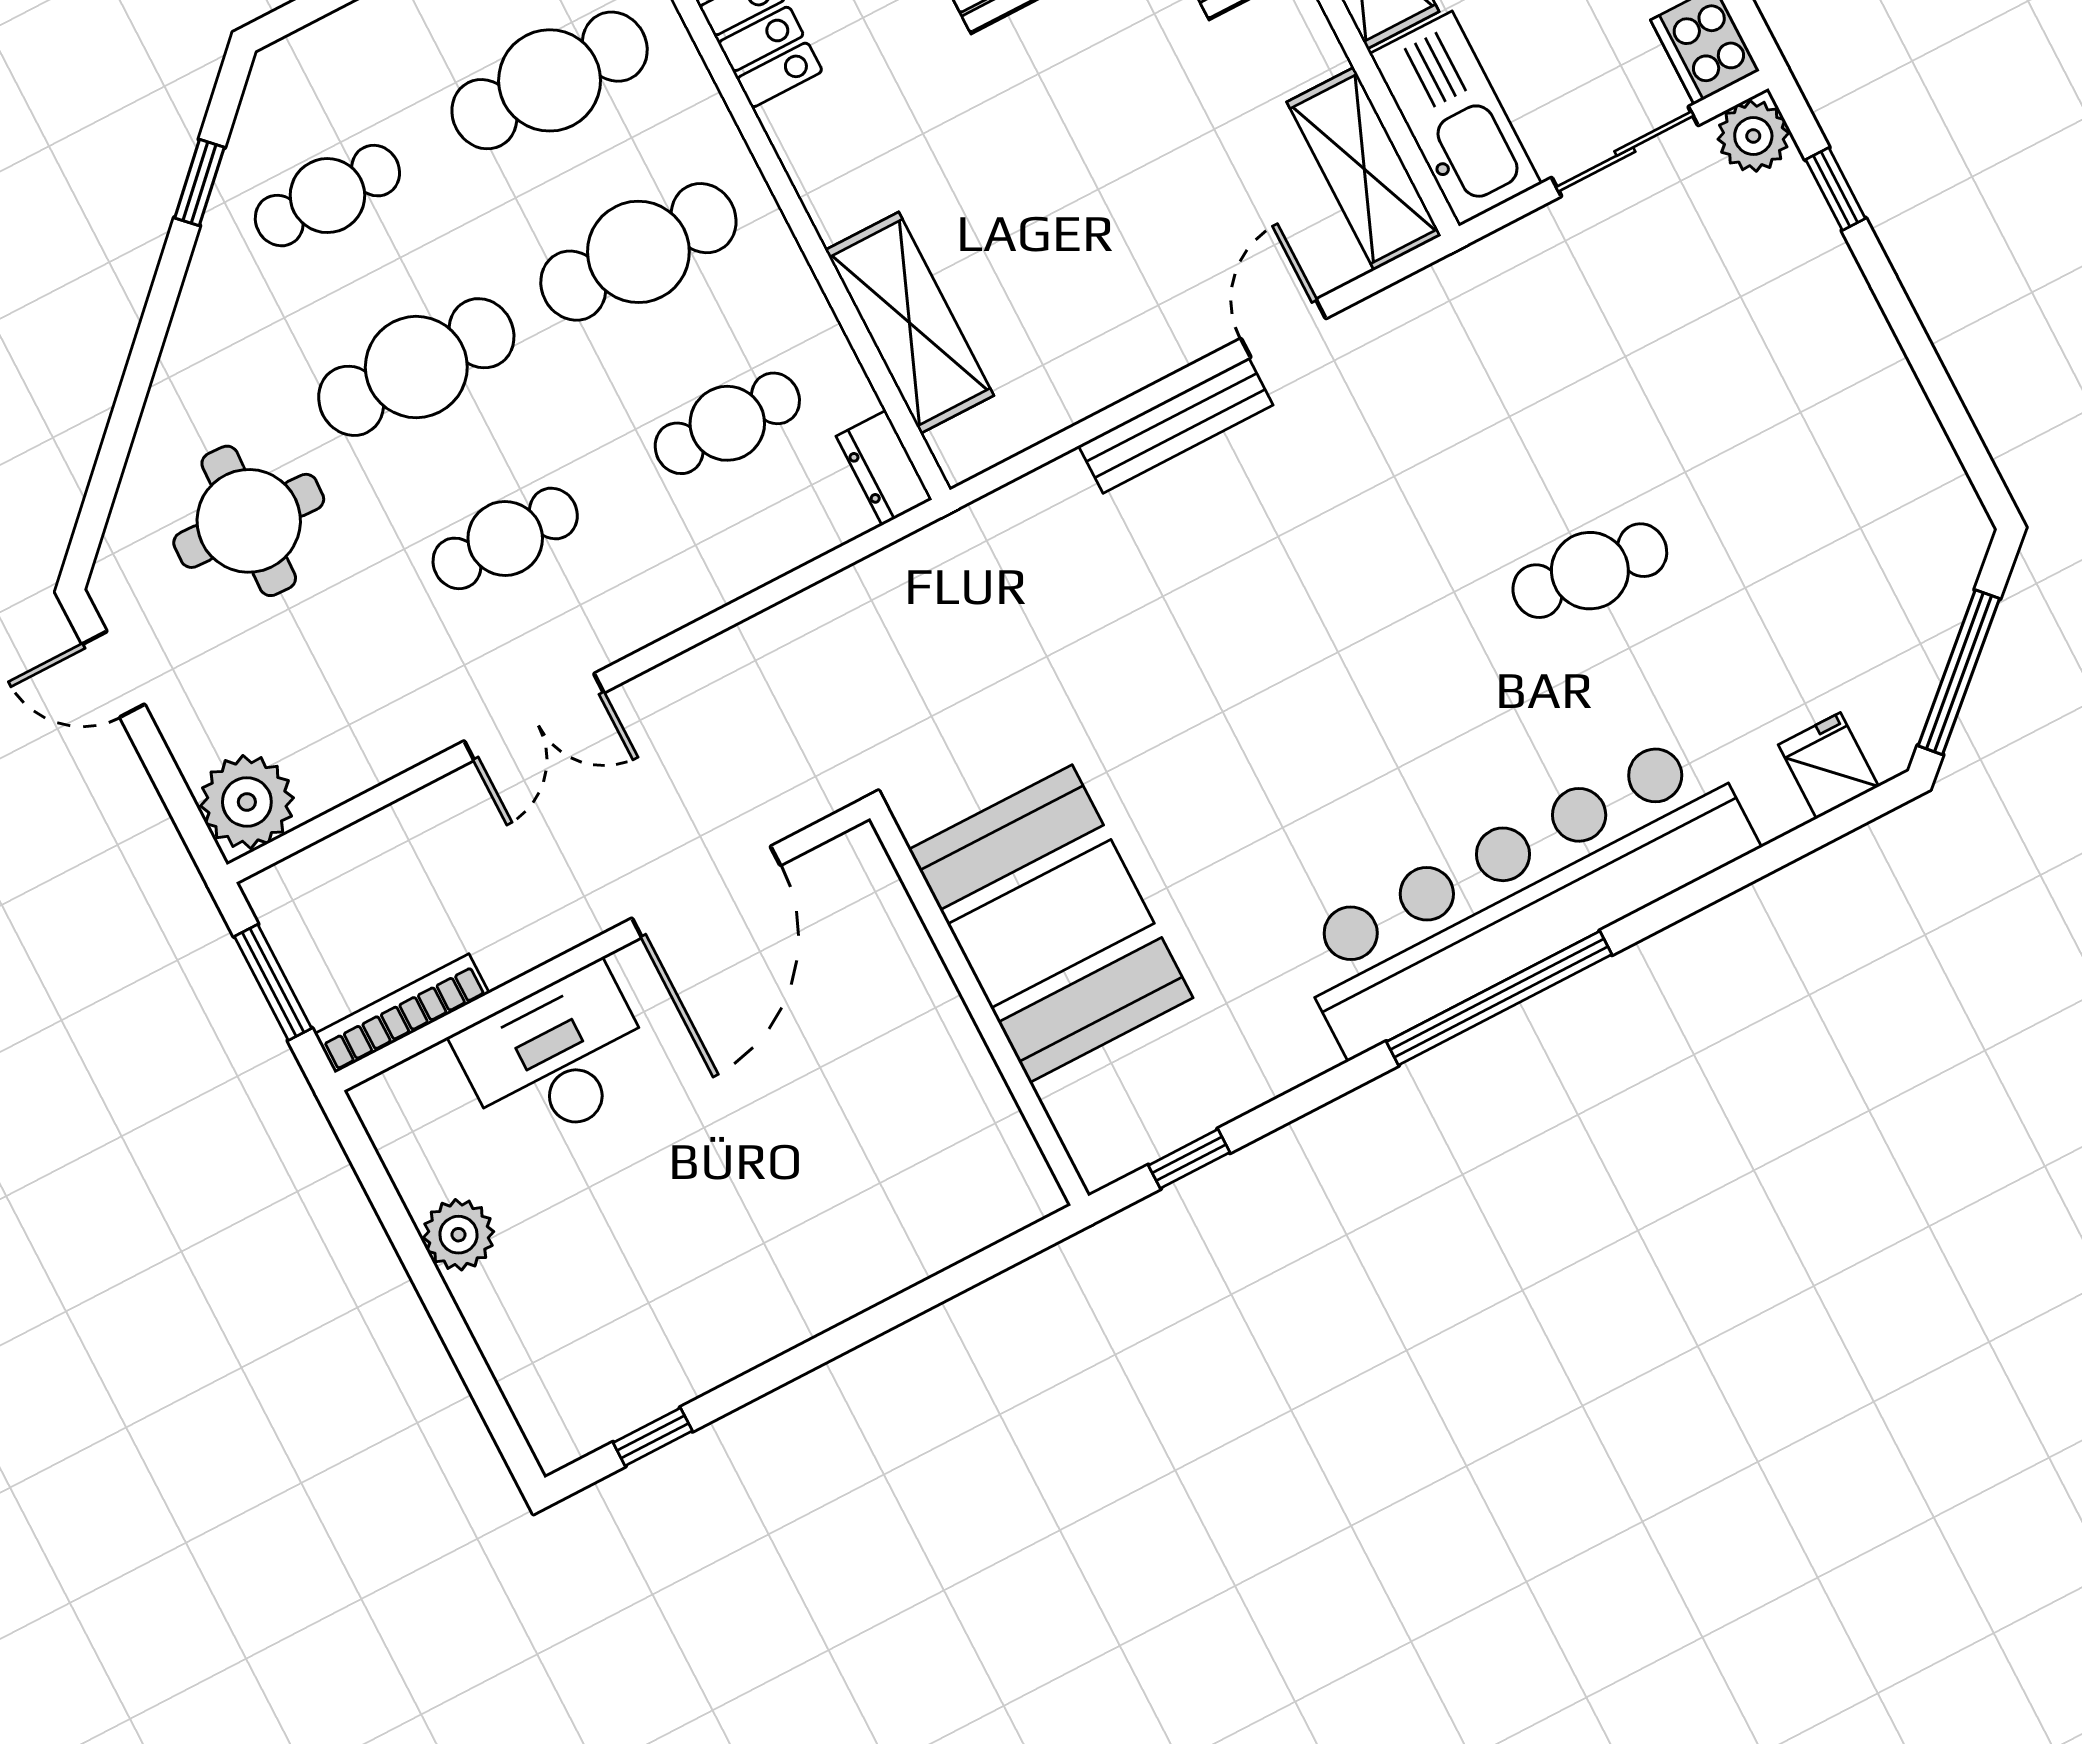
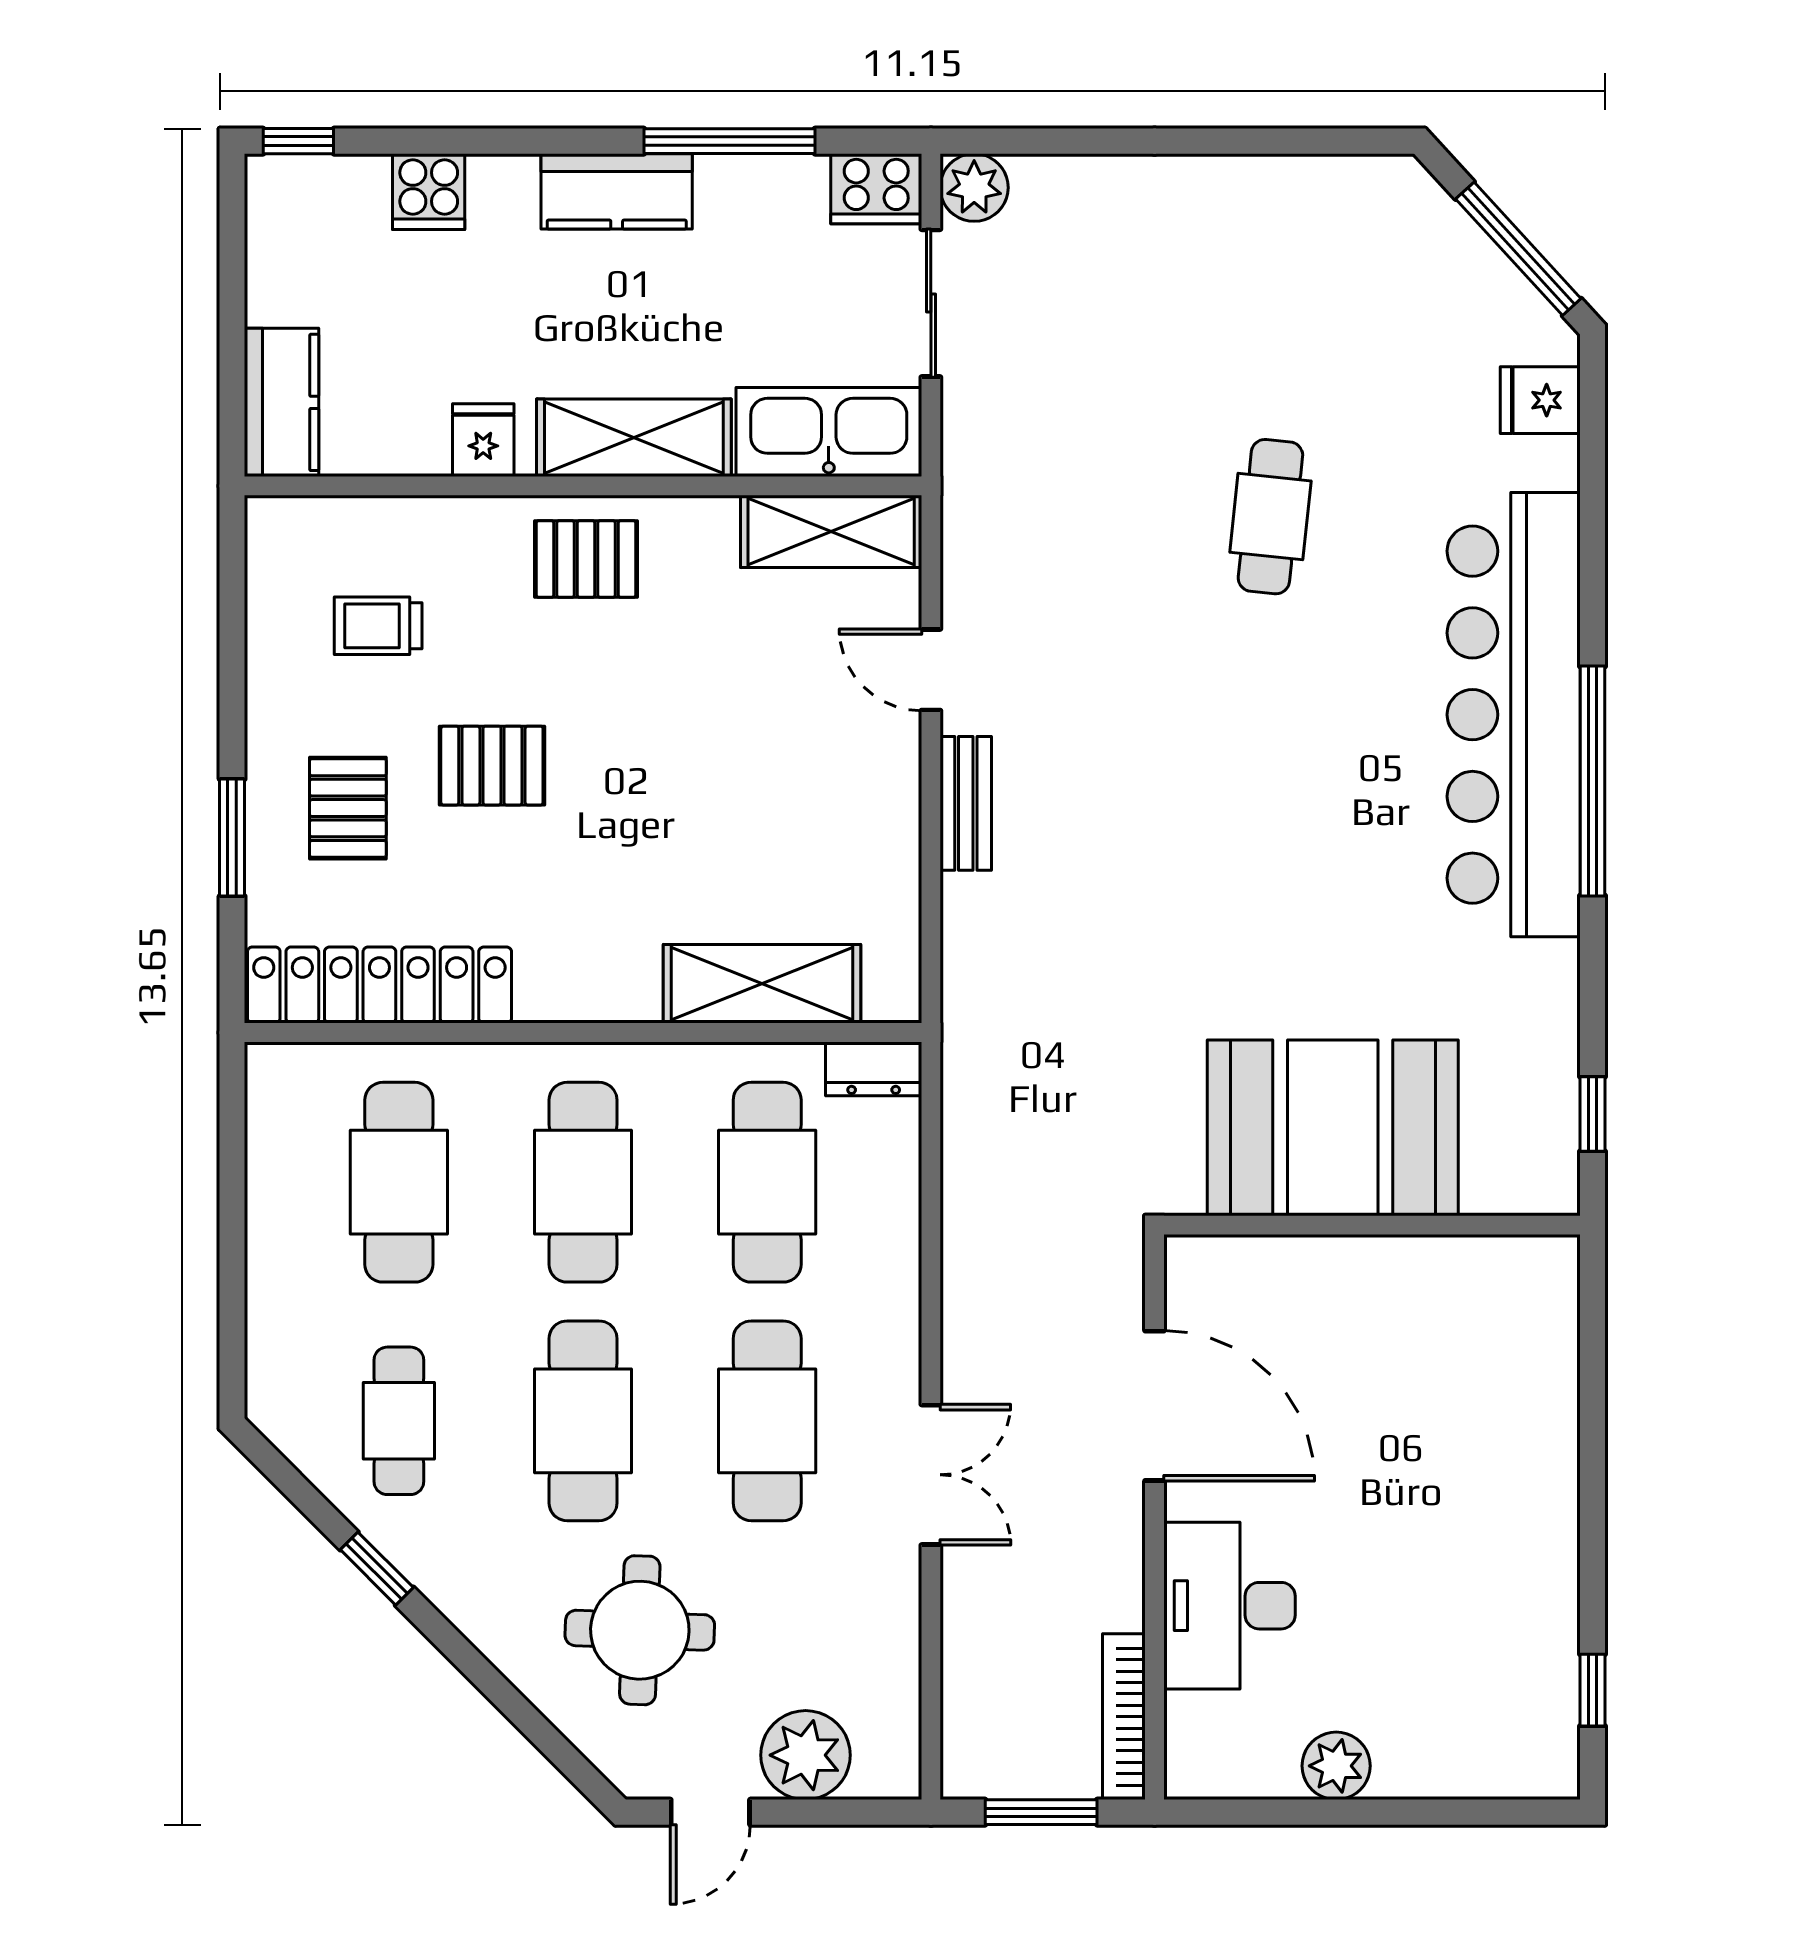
window: (199, 183) -> (377, 1569), moved
window: (1836, 189) -> (1055, 141), removed
cafe table: (727, 423) -> (767, 1182), width x1.37, depth x1.35
bench: (1176, 425) -> (966, 803), width x0.73
cafe table: (505, 538) -> (767, 1421), width x1.37, depth x1.35
plant: (247, 802) -> (806, 1755), moved

